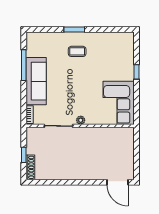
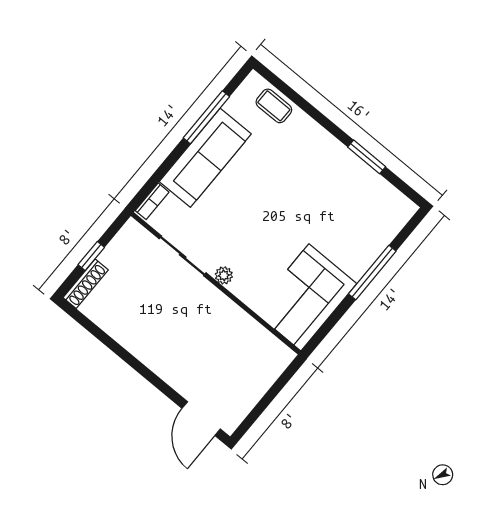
window: (74, 29) -> (367, 157), moved
coffee table: (77, 51) -> (274, 106), moved
window: (137, 72) -> (372, 273), width x2.17

